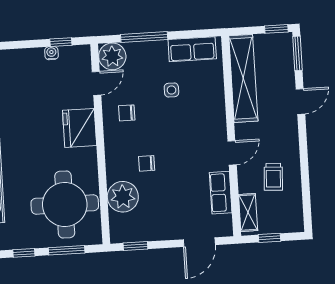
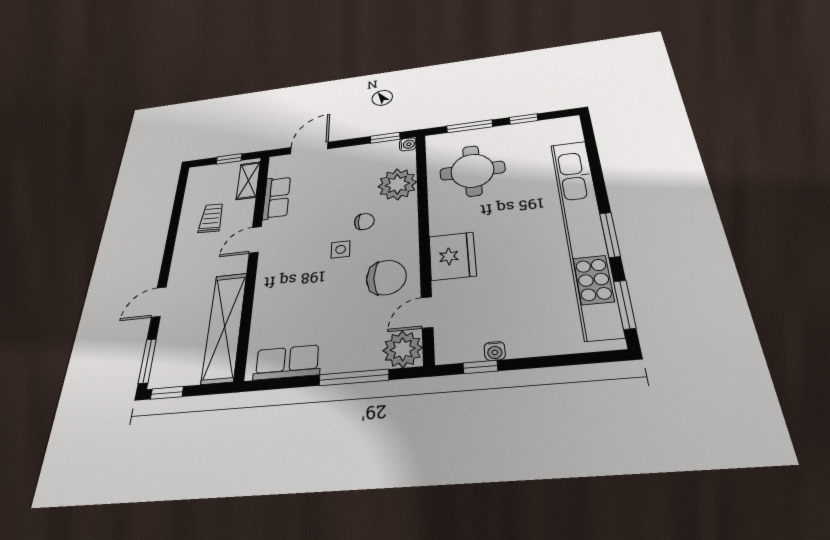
side table: (171, 90) -> (341, 249), moved
chair: (127, 113) -> (386, 277), width x1.87, depth x1.87
round table: (65, 205) -> (472, 171), width x0.73, depth x0.73
water cooler: (116, 237) -> (408, 144), added

